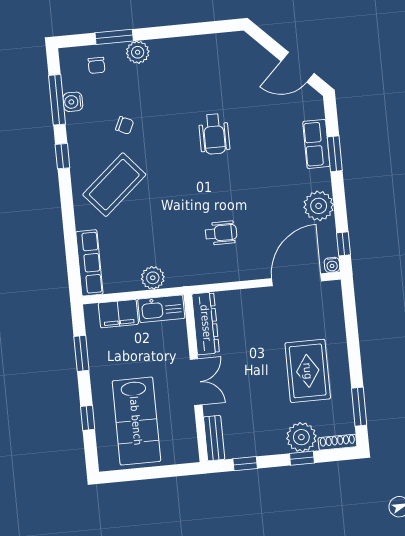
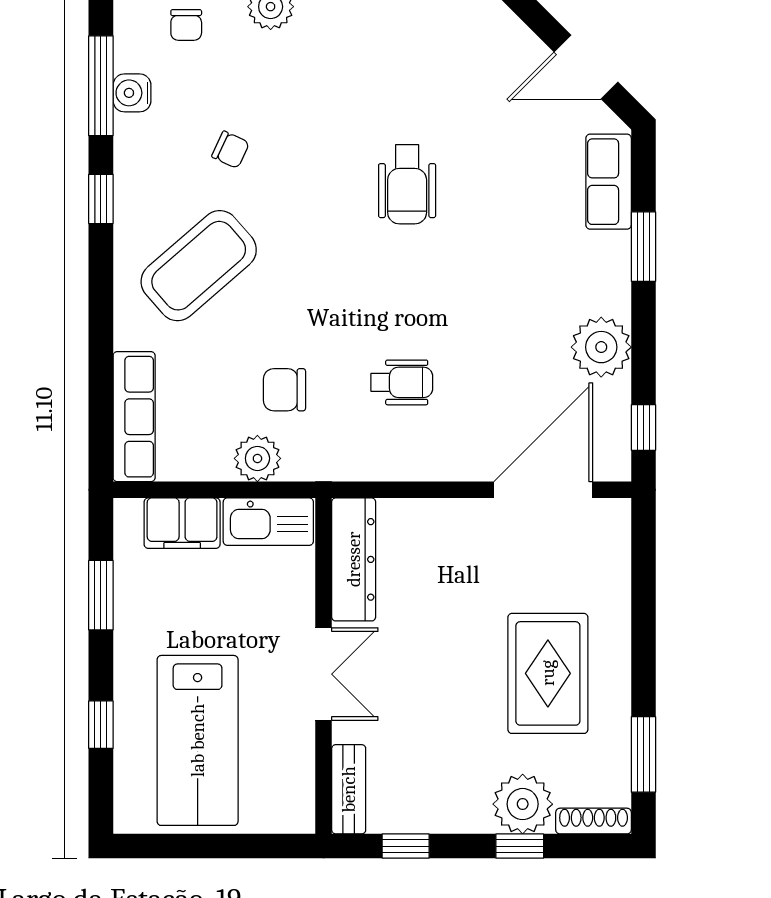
row of seats: (316, 144) -> (609, 182), moved
chair: (163, 242) -> (284, 390), added
water cooler: (332, 265) -> (617, 467), removed

